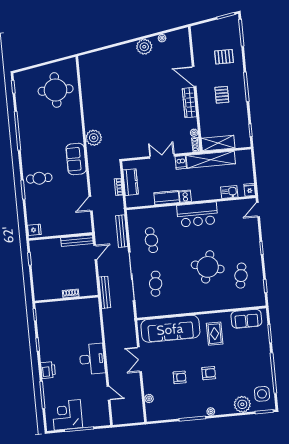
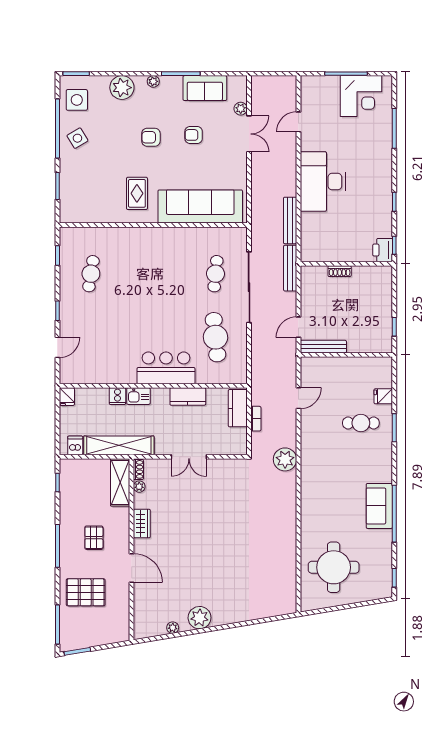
pallet: (224, 57) -> (86, 592), width x1.50, depth x1.42
wardrobe: (189, 103) -> (142, 524), width x0.67
plant: (94, 138) -> (285, 459), moved
shelving: (218, 143) -> (120, 482), moved, turned 90
sofa: (76, 159) -> (379, 506), moved, turned 180
dishwasher: (181, 162) -> (75, 445), moved
cafe table: (39, 178) -> (361, 423), moved
kitchen counter: (131, 182) -> (238, 408), moved
kitchen sink: (229, 192) -> (138, 396), moved
cooker: (185, 196) -> (117, 396), moved
door: (258, 210) -> (57, 347), moved
bar counter: (197, 215) -> (166, 368), moved
fridge: (34, 230) -> (383, 396), moved
bench: (122, 231) -> (290, 220), moved
cafe table: (151, 240) -> (215, 337), width x1.37, depth x1.35
round table: (208, 267) -> (138, 291), removed
sofa: (246, 319) -> (205, 88), moved, turned 180
desk: (92, 359) -> (323, 182), width x1.36, depth x1.30
double door: (140, 359) -> (249, 134), moved
side table: (259, 368) -> (77, 138), added
printer: (48, 370) -> (383, 250), moved
door: (109, 393) -> (298, 122), hinge flipped
plant: (242, 404) -> (122, 88), moved

